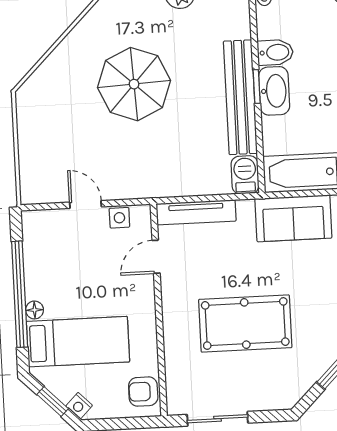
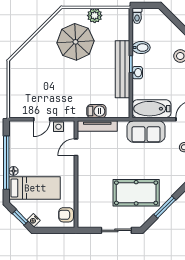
parasol: (134, 84) -> (75, 42), moved
washbasin: (274, 91) -> (137, 73), width x0.52, depth x0.69
barbecue: (245, 175) -> (96, 111), moved, turned 90
door: (85, 204) -> (42, 119), swing flipped
pool table: (245, 324) -> (136, 193), moved
sliding door: (218, 419) -> (116, 230), moved

